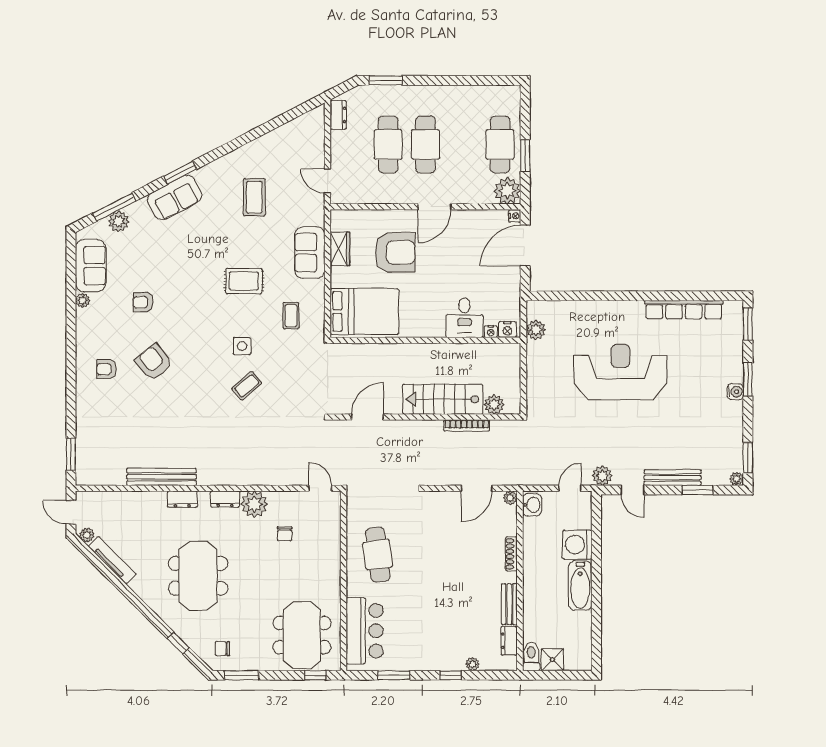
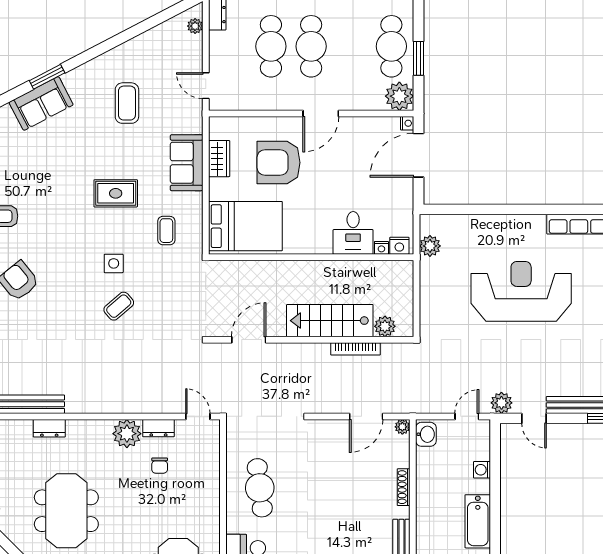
plant: (318, 126) -> (195, 26), added
armchair: (395, 252) -> (279, 163), turned 180
dresser: (225, 499) -> (158, 428), moved
washing machine: (577, 545) -> (482, 470), width x0.53, depth x0.53

